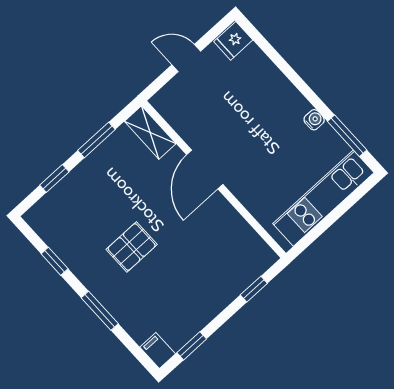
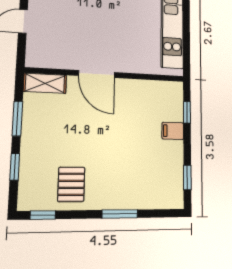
pallet: (132, 247) -> (71, 184), moved
window: (55, 261) -> (43, 215), moved
filing cabinet: (158, 350) -> (173, 131), moved

